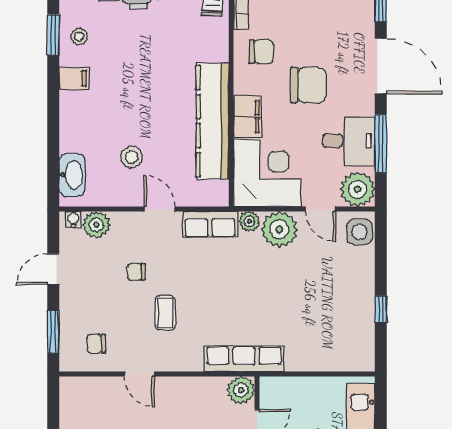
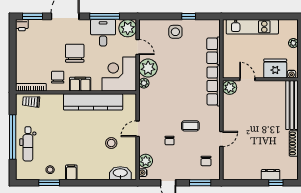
filing cabinet: (247, 117) -> (80, 84), moved
door: (321, 209) -> (138, 47), hinge flipped
row of seats: (210, 225) -> (214, 51), moved, turned 180
side table: (359, 232) -> (175, 32), moved

